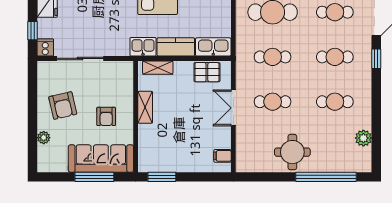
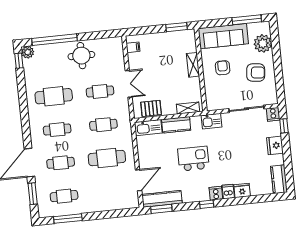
kitchen sink: (143, 47) -> (211, 121), moved
window: (376, 59) -> (19, 61), moved
cafe table: (335, 102) -> (54, 96), width x1.37, depth x1.35
armchair: (63, 106) -> (256, 73), turned 109
shelving: (145, 107) -> (193, 65), moved
plant: (44, 138) -> (263, 43), width x1.87, depth x1.87
plant: (363, 138) -> (28, 52), moved
window: (94, 177) -> (247, 20), moved

